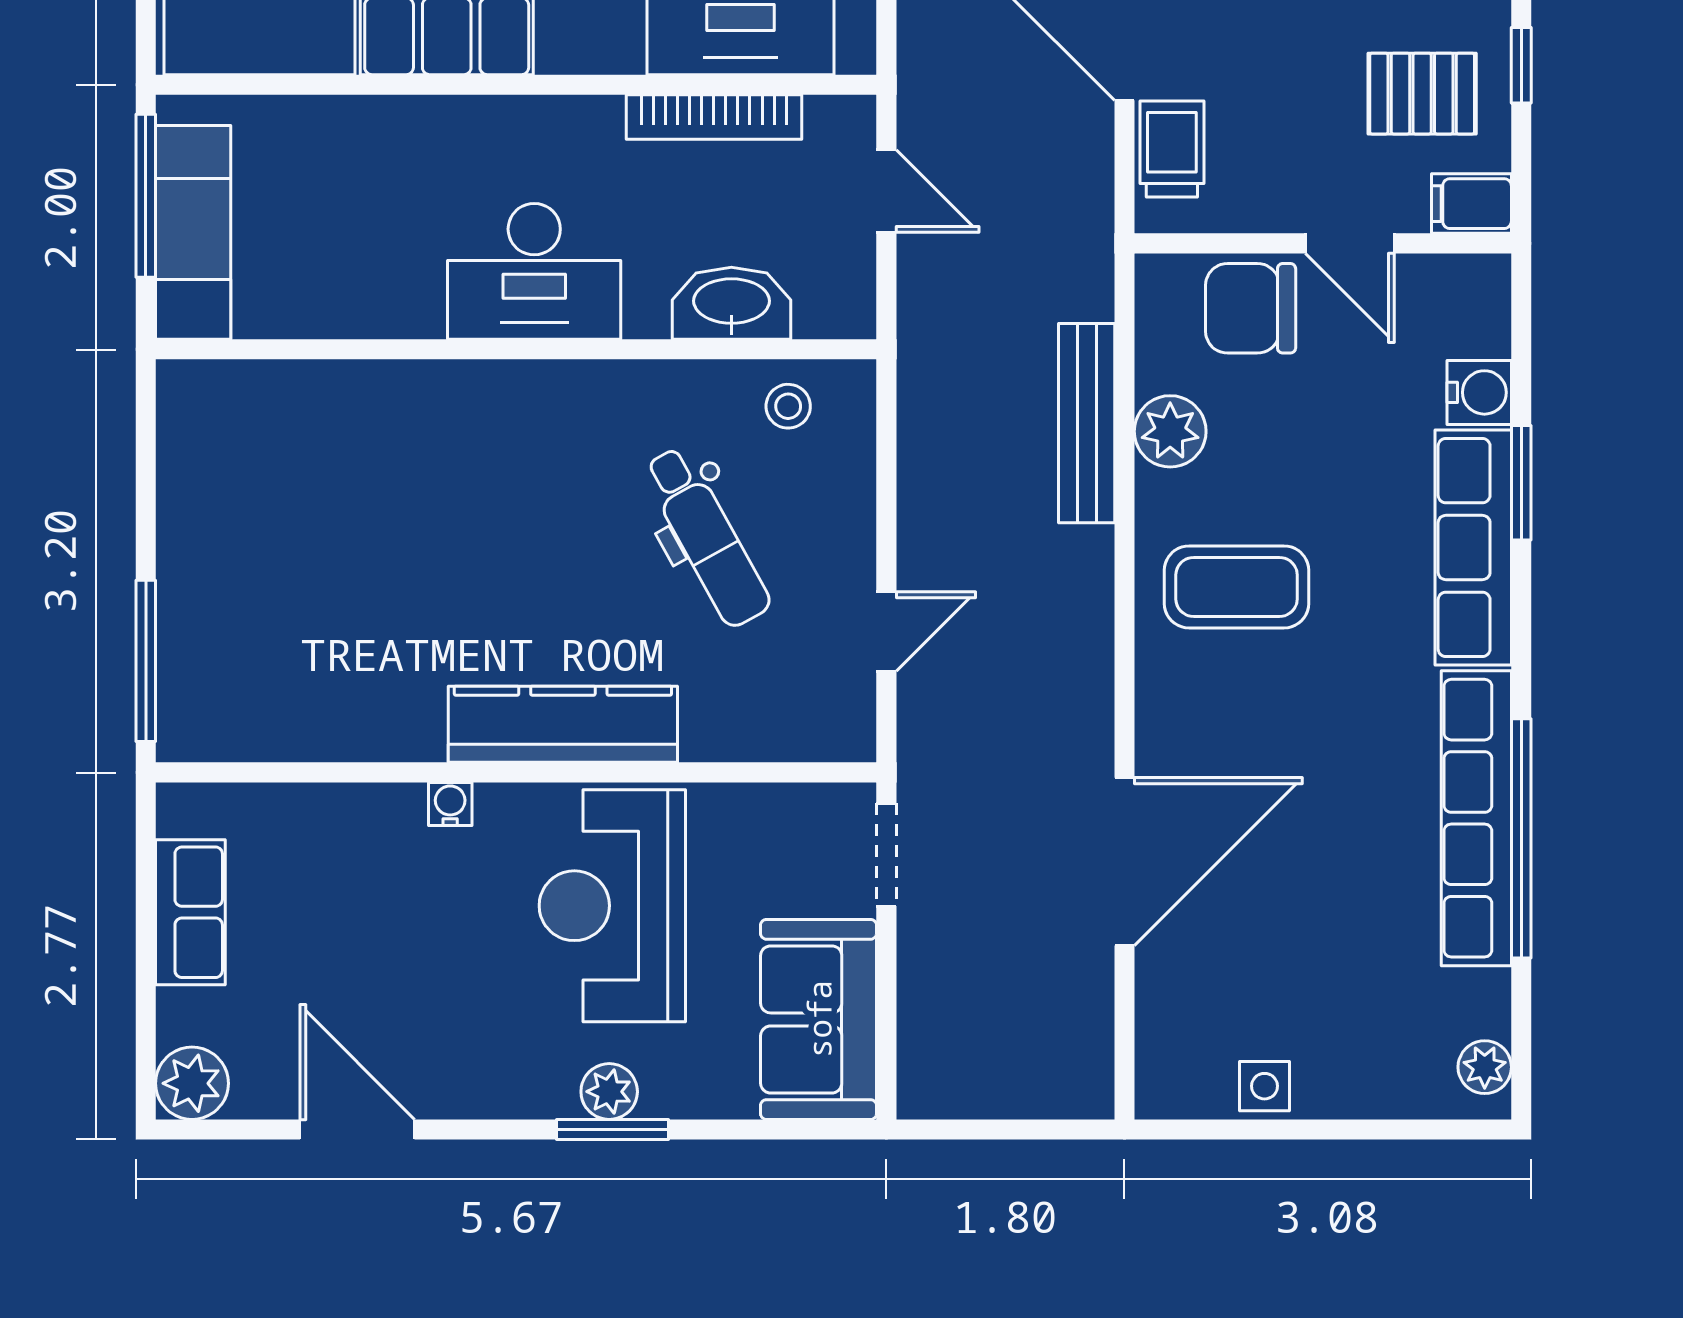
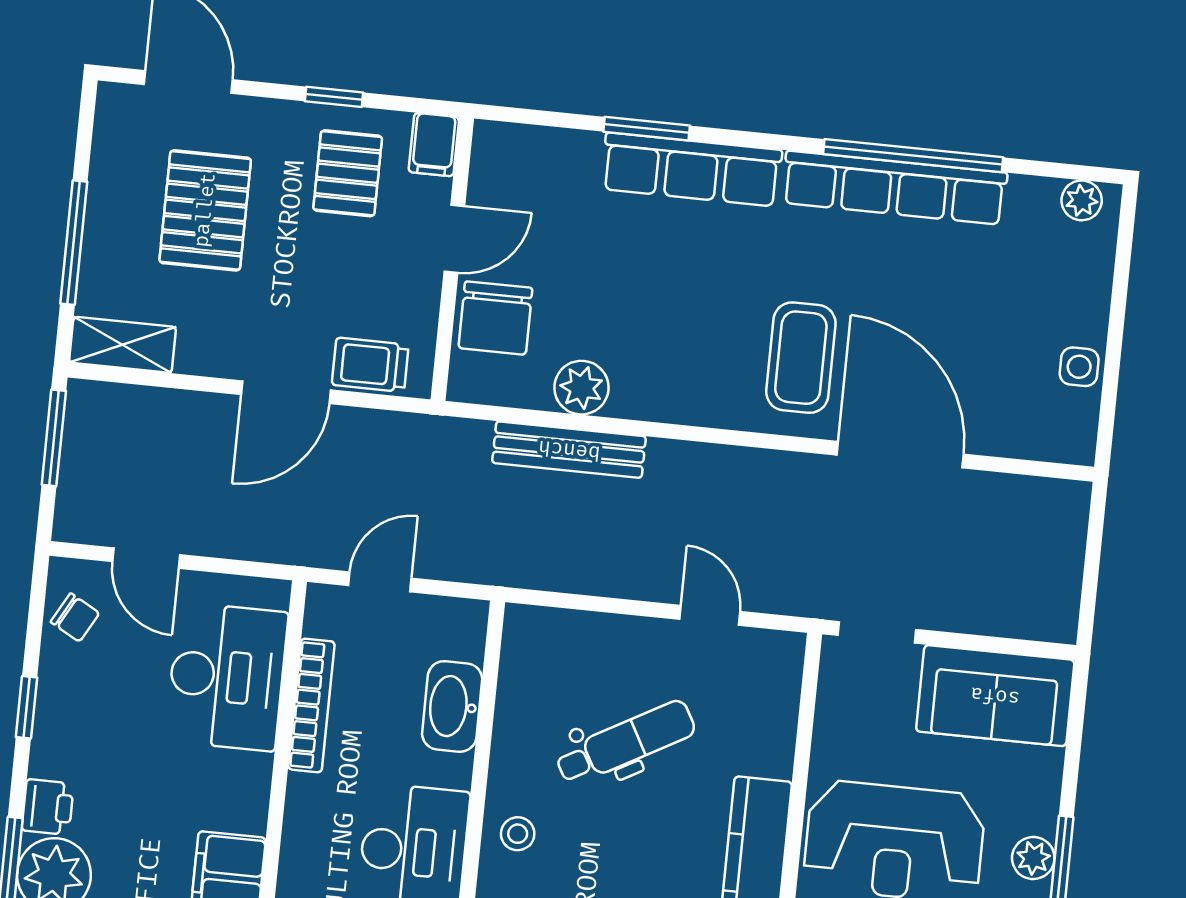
water cooler: (1479, 392) -> (576, 153), removed
stool: (788, 406) -> (518, 834), moved
coffee table: (1237, 587) -> (801, 358), moved

